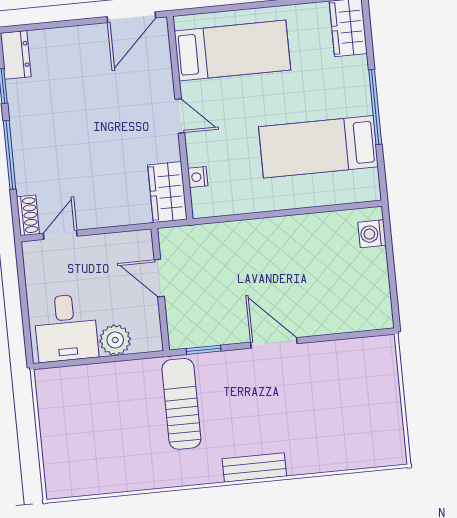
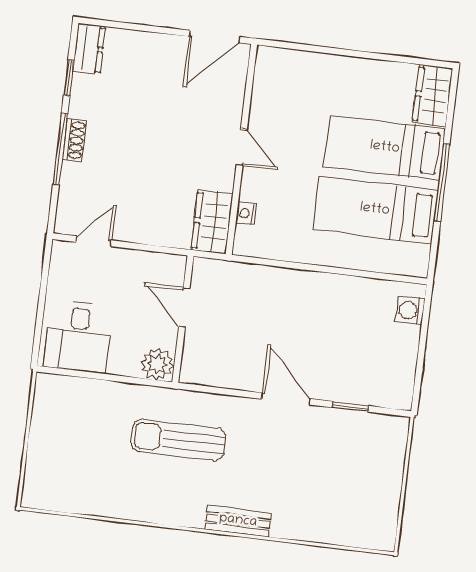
bed: (232, 50) -> (385, 148), moved, turned 180
shoe rack: (28, 215) -> (74, 140), moved
plant: (115, 340) -> (157, 364), moved
window: (204, 350) -> (351, 407), moved
sun lounger: (181, 404) -> (179, 440), turned -90

